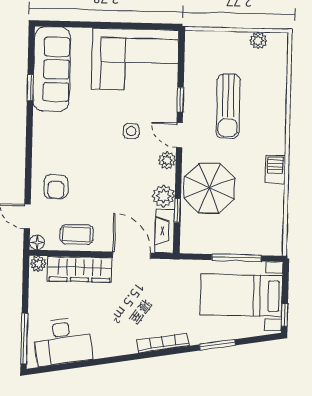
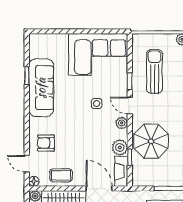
sofa: (52, 69) -> (41, 88), moved
sun lounger: (228, 106) -> (154, 71), moved, turned 180
armchair: (56, 187) -> (46, 143), turned 90

